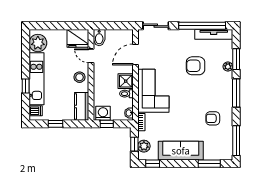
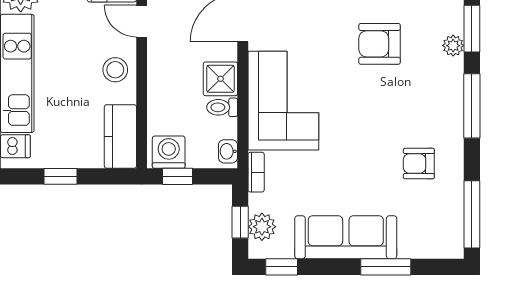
window: (209, 164) -> (386, 267), moved

